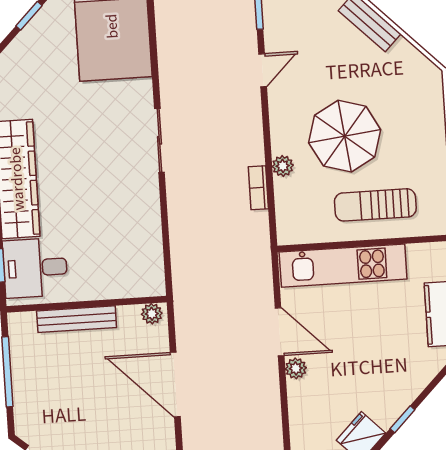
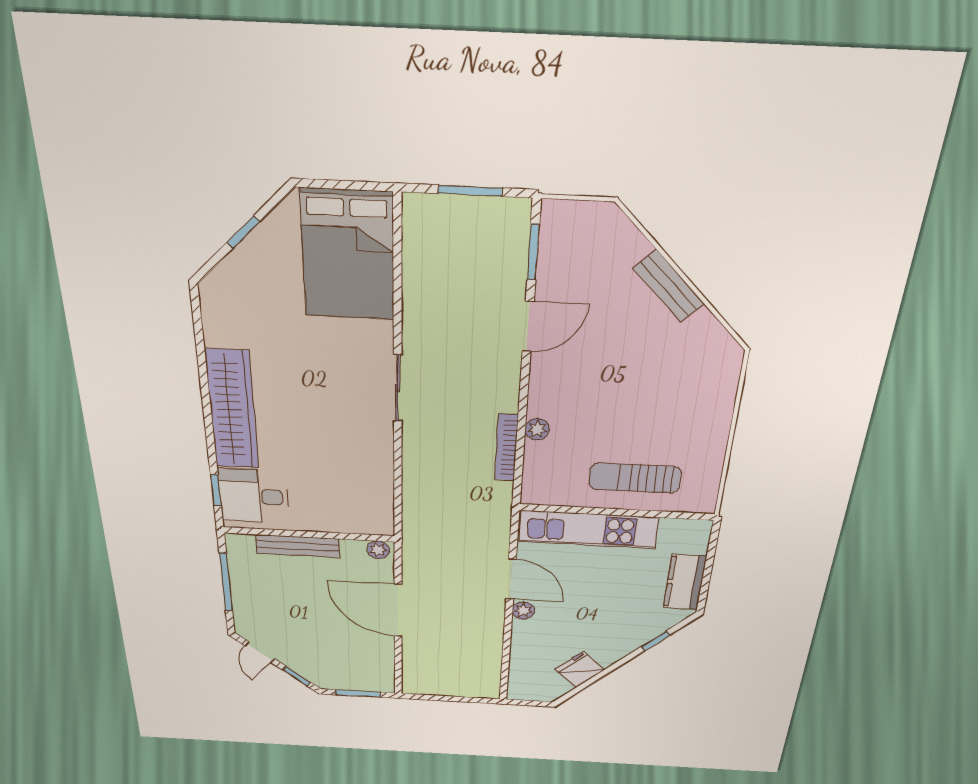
door: (263, 70) -> (528, 326), width x1.38
parasol: (345, 136) -> (614, 407), removed
bookcase: (258, 188) -> (506, 448), width x1.56
window: (402, 419) -> (656, 641), moved

